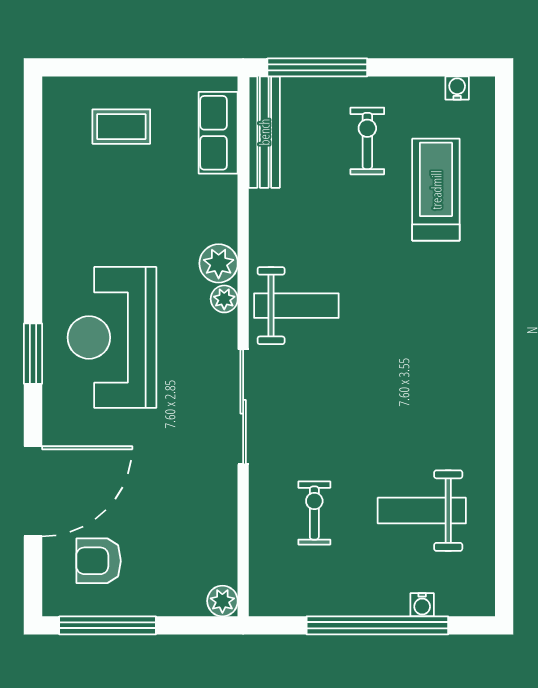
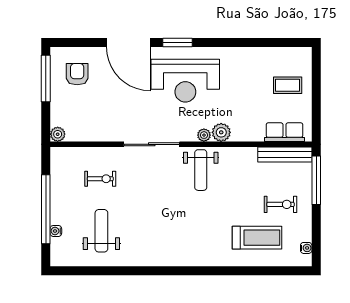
coffee table: (121, 127) -> (288, 85), turned 90
reception desk: (112, 337) -> (185, 81), turned 180
door: (33, 491) -> (128, 42), moved

